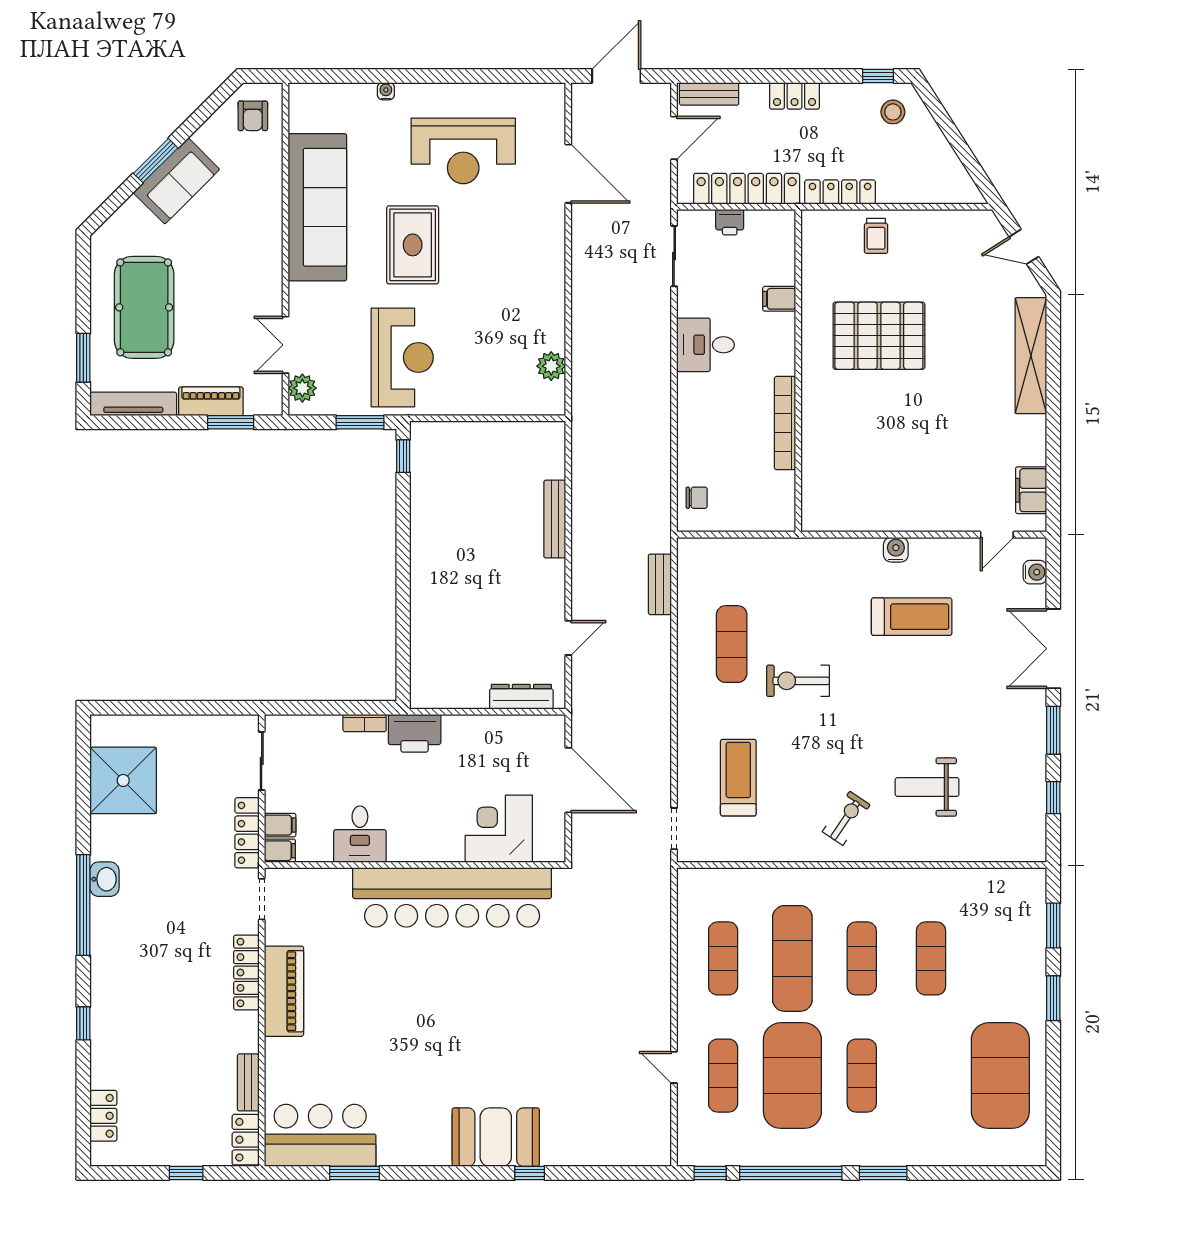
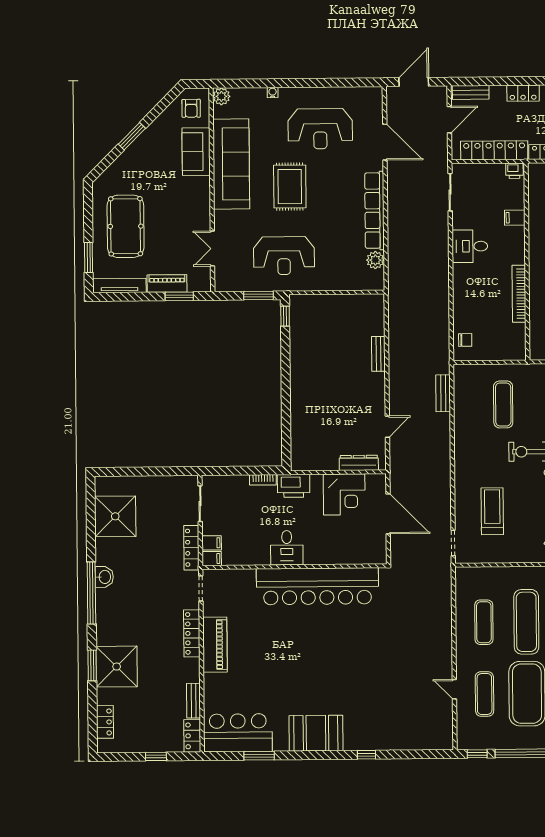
sofa: (176, 181) -> (196, 152), moved, turned 135
printer: (730, 222) -> (514, 171), moved
row of seats: (550, 285) -> (374, 211), added
reception desk: (402, 357) -> (284, 256), turned 90
plant: (302, 388) -> (221, 96), moved
bench: (555, 519) -> (378, 354), width x0.73
exercise mat: (732, 644) -> (503, 404), moved
corner desk: (499, 829) -> (344, 494), moved, turned 180
desk: (360, 834) -> (287, 548), moved
window: (83, 1023) -> (92, 665), width x1.50
shower: (123, 1026) -> (117, 667), added
booth: (496, 1137) -> (316, 733), moved

